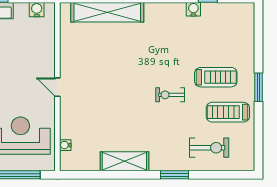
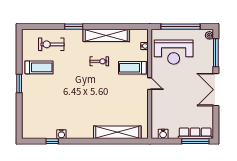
treadmill: (216, 77) -> (132, 68), moved
exercise bike: (170, 95) -> (99, 61), moved
shelving: (124, 161) -> (106, 35), width x1.47

